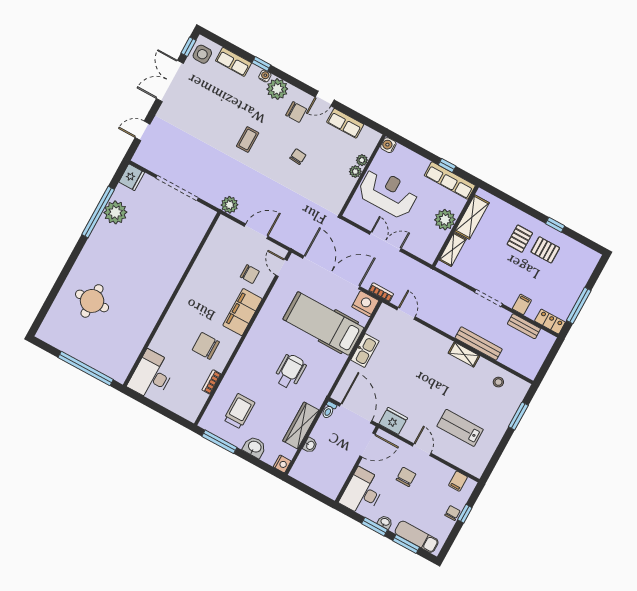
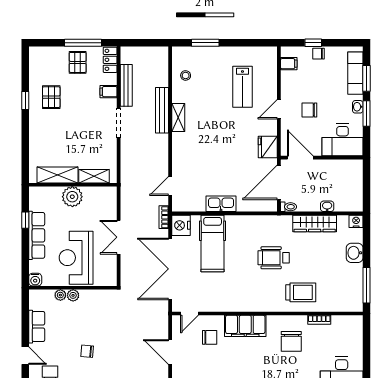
row of seats: (450, 180) -> (37, 235), moved
pallet: (520, 239) -> (78, 62), moved, turned 90
chair: (250, 274) -> (210, 337), turned 90
hospital bed: (323, 323) -> (213, 243), width x0.73, depth x0.78
bench: (524, 326) -> (126, 85), width x1.36
trolley: (239, 411) -> (301, 292), moved, turned 180

